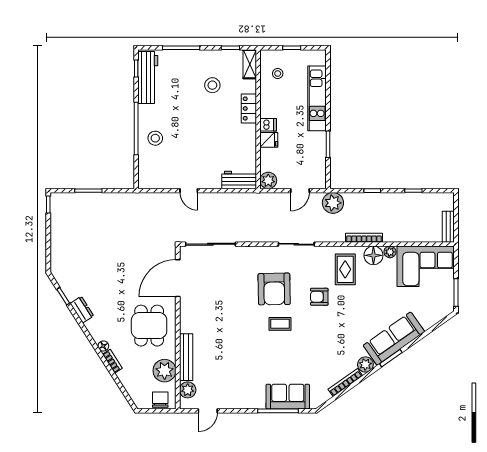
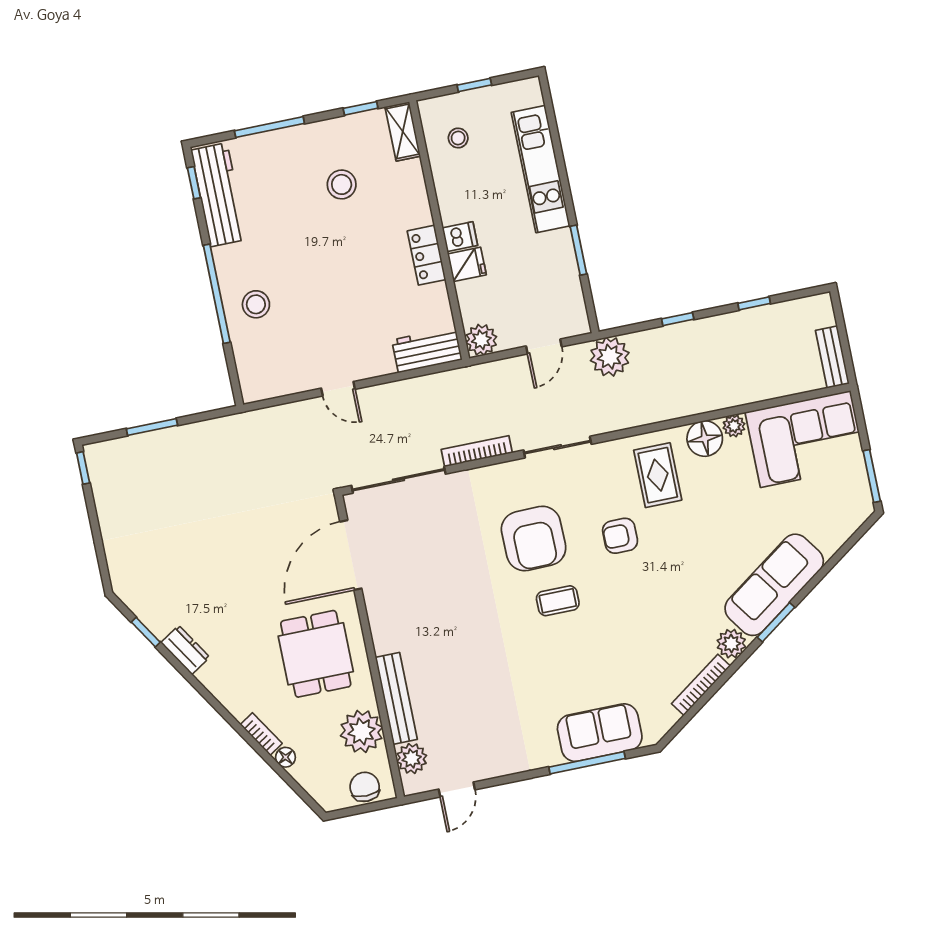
locker: (249, 108) -> (427, 255), moved
bookcase: (364, 238) -> (477, 451), moved
floor lamp: (103, 346) -> (285, 757), moved

